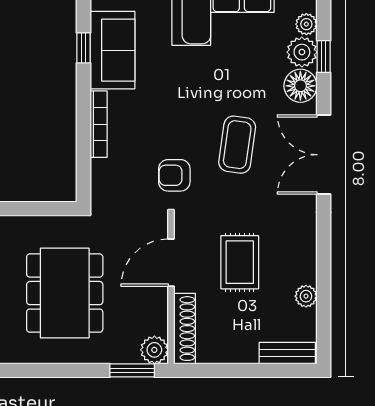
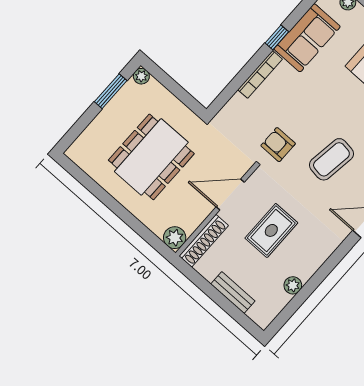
window: (83, 48) -> (277, 37), moved
bench: (287, 353) -> (233, 292), moved
window: (132, 370) -> (151, 238), removed

